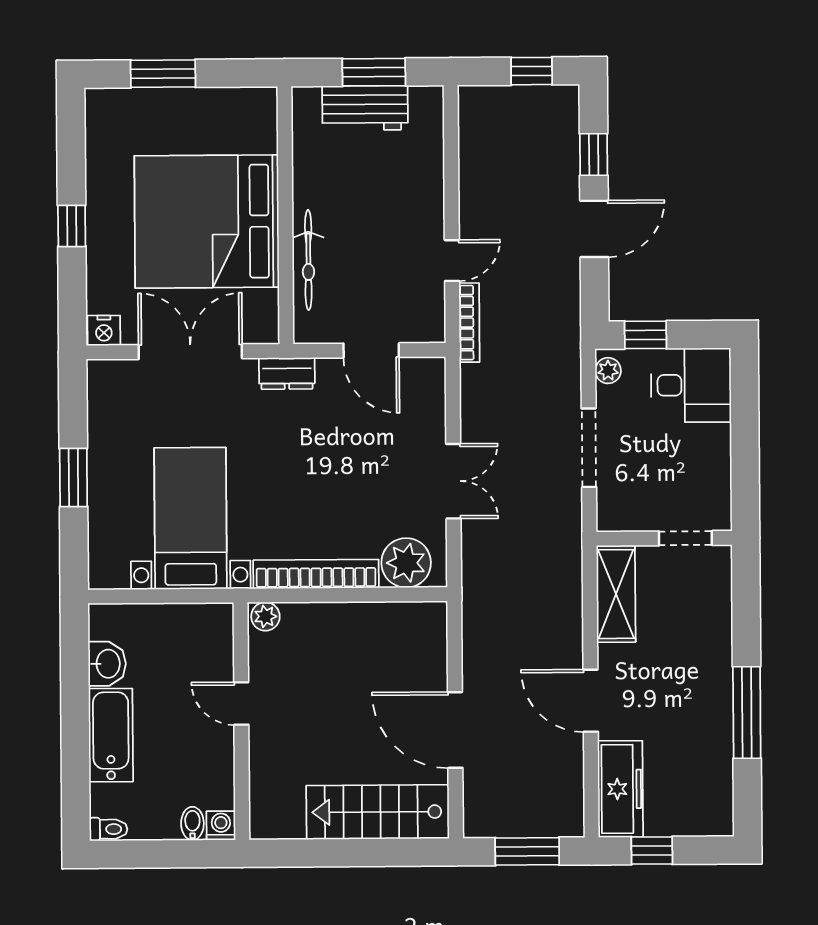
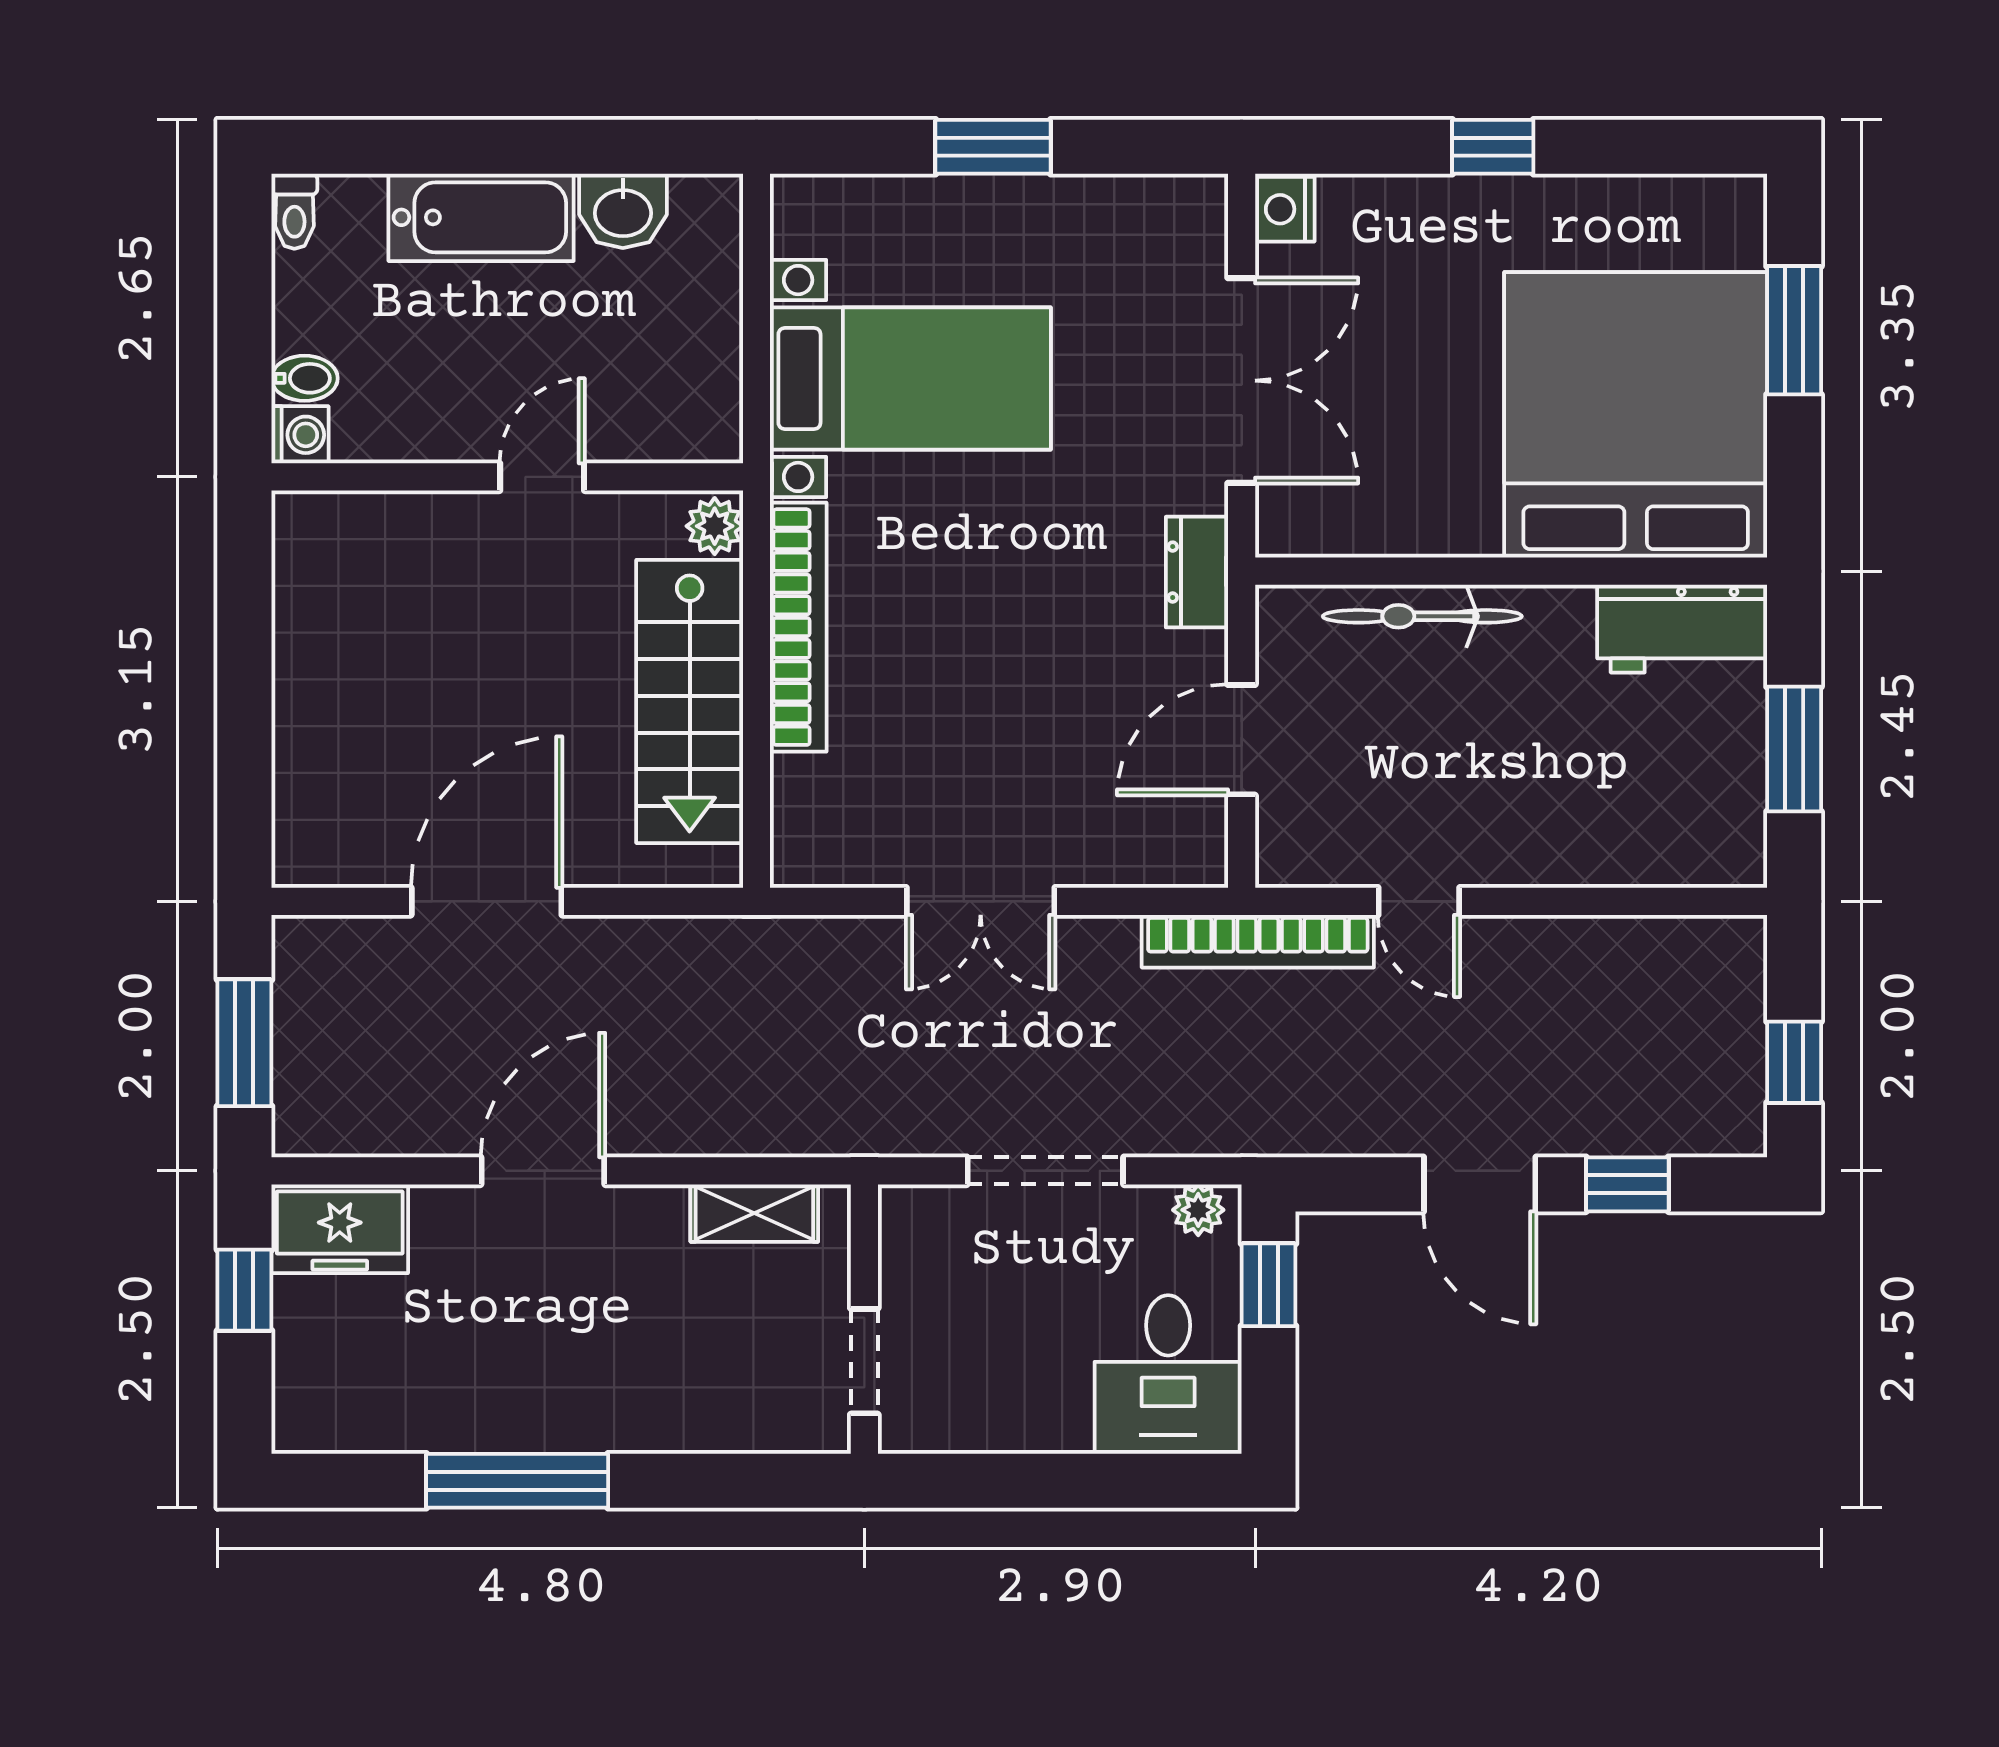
workbench: (365, 108) -> (1682, 629), moved, turned -90
bed: (207, 221) -> (1636, 415), moved
bookcase: (469, 323) -> (1258, 941), width x1.48, depth x1.31
plant: (406, 563) -> (819, 806), removed
shelving: (616, 594) -> (754, 1213), width x0.67, depth x0.75
freezer: (620, 789) -> (340, 1229), width x0.71
stairs: (378, 812) -> (690, 701), moved, turned 180

